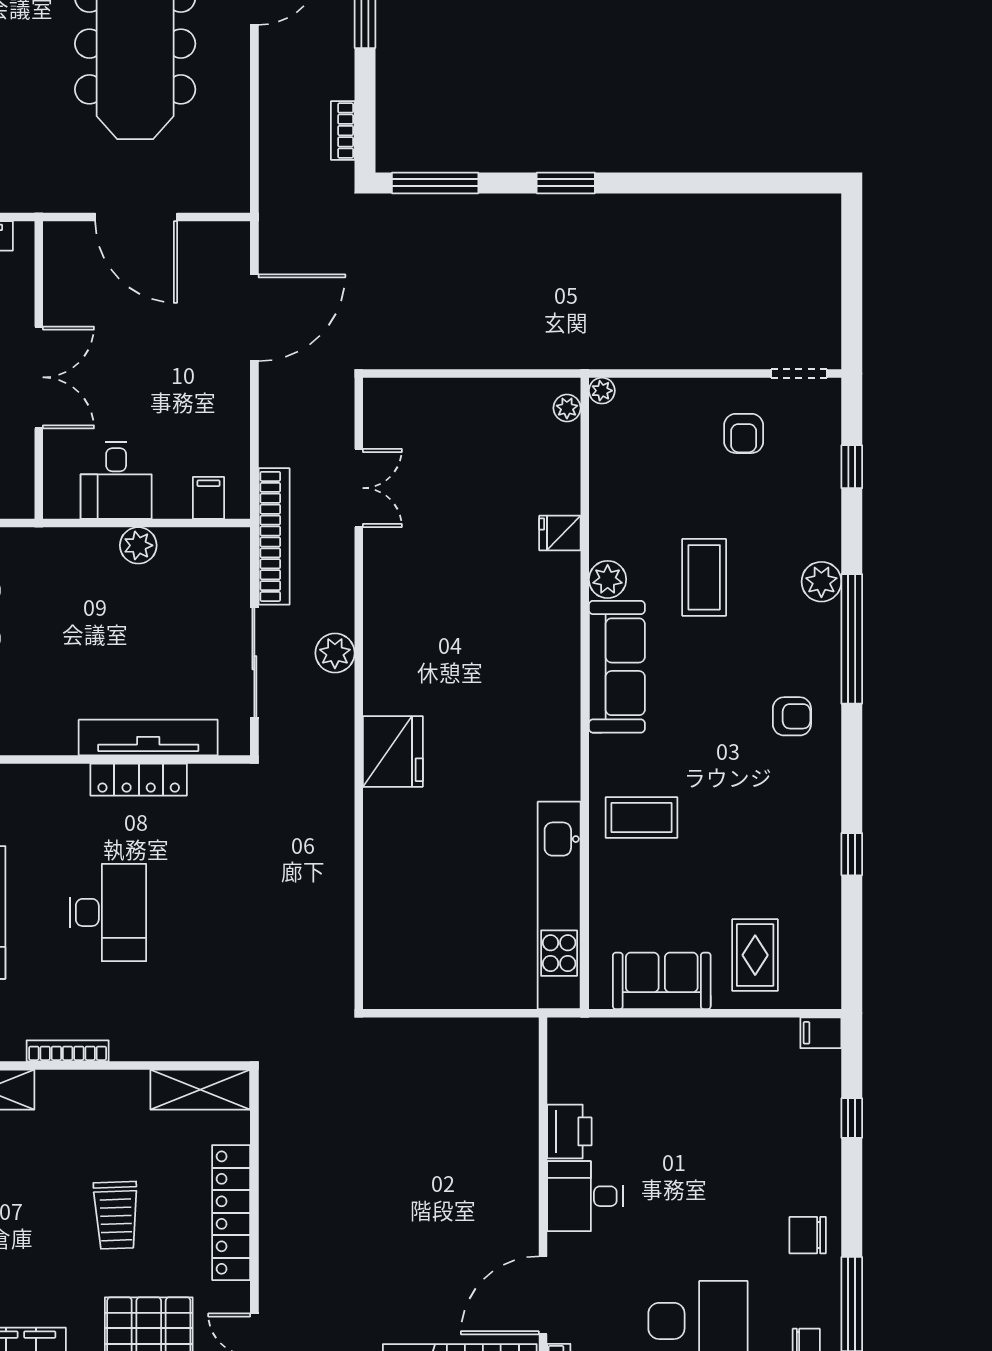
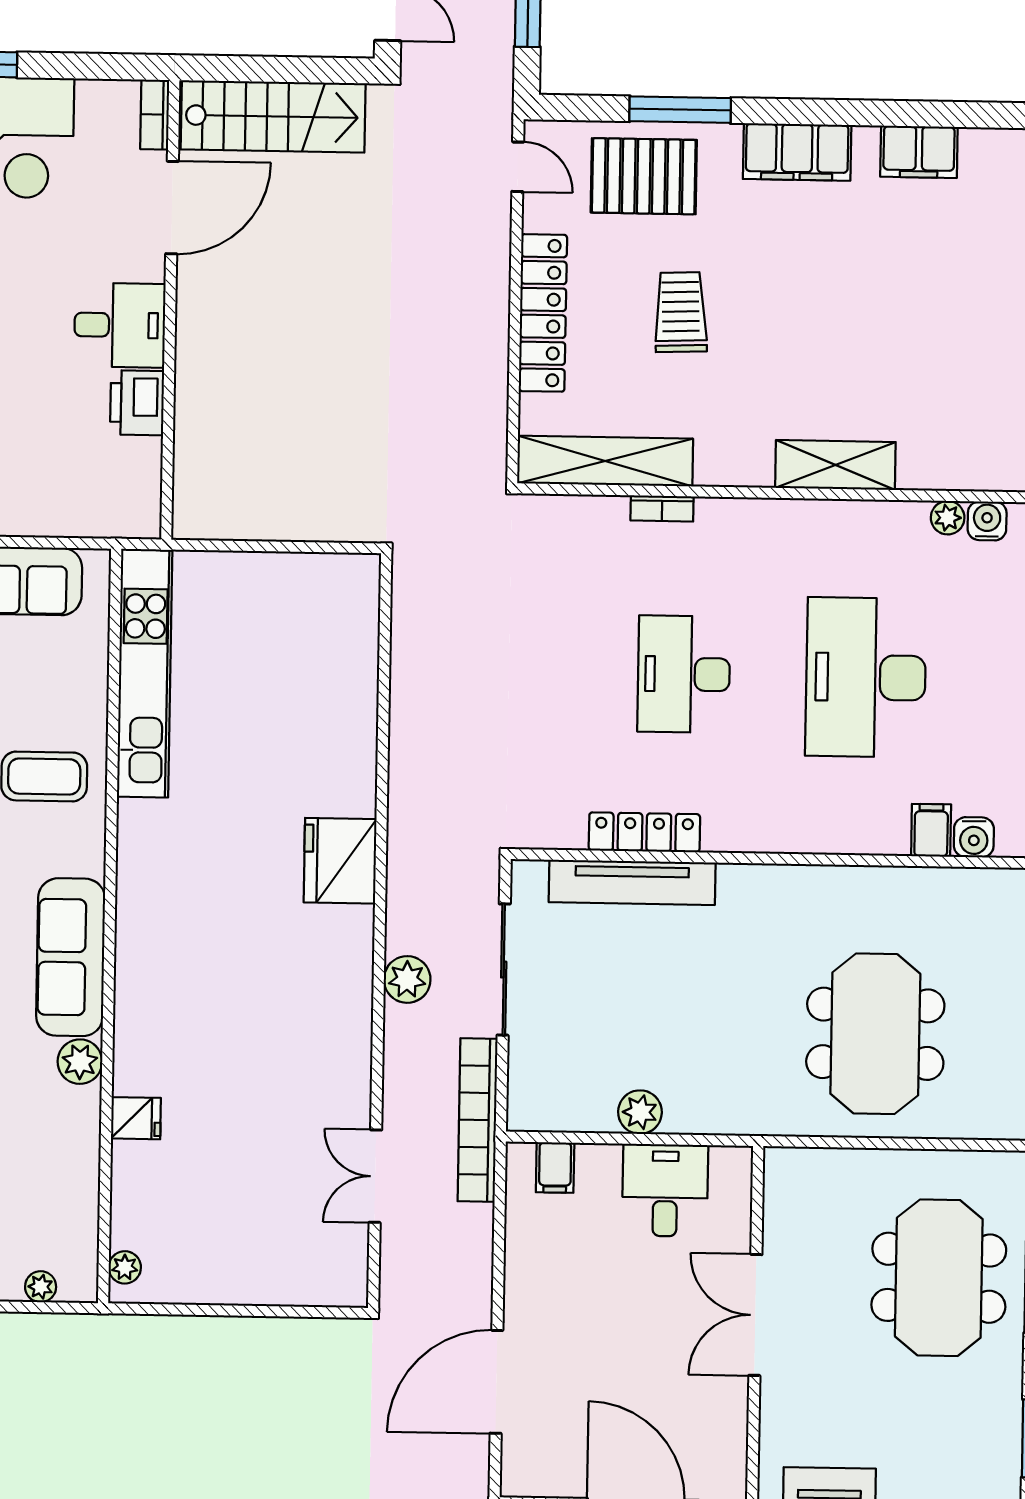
plant: (602, 391) -> (41, 1287), moved
bookcase: (68, 1051) -> (662, 508), moved, width x0.64
shelving: (200, 1090) -> (605, 461), width x1.47

